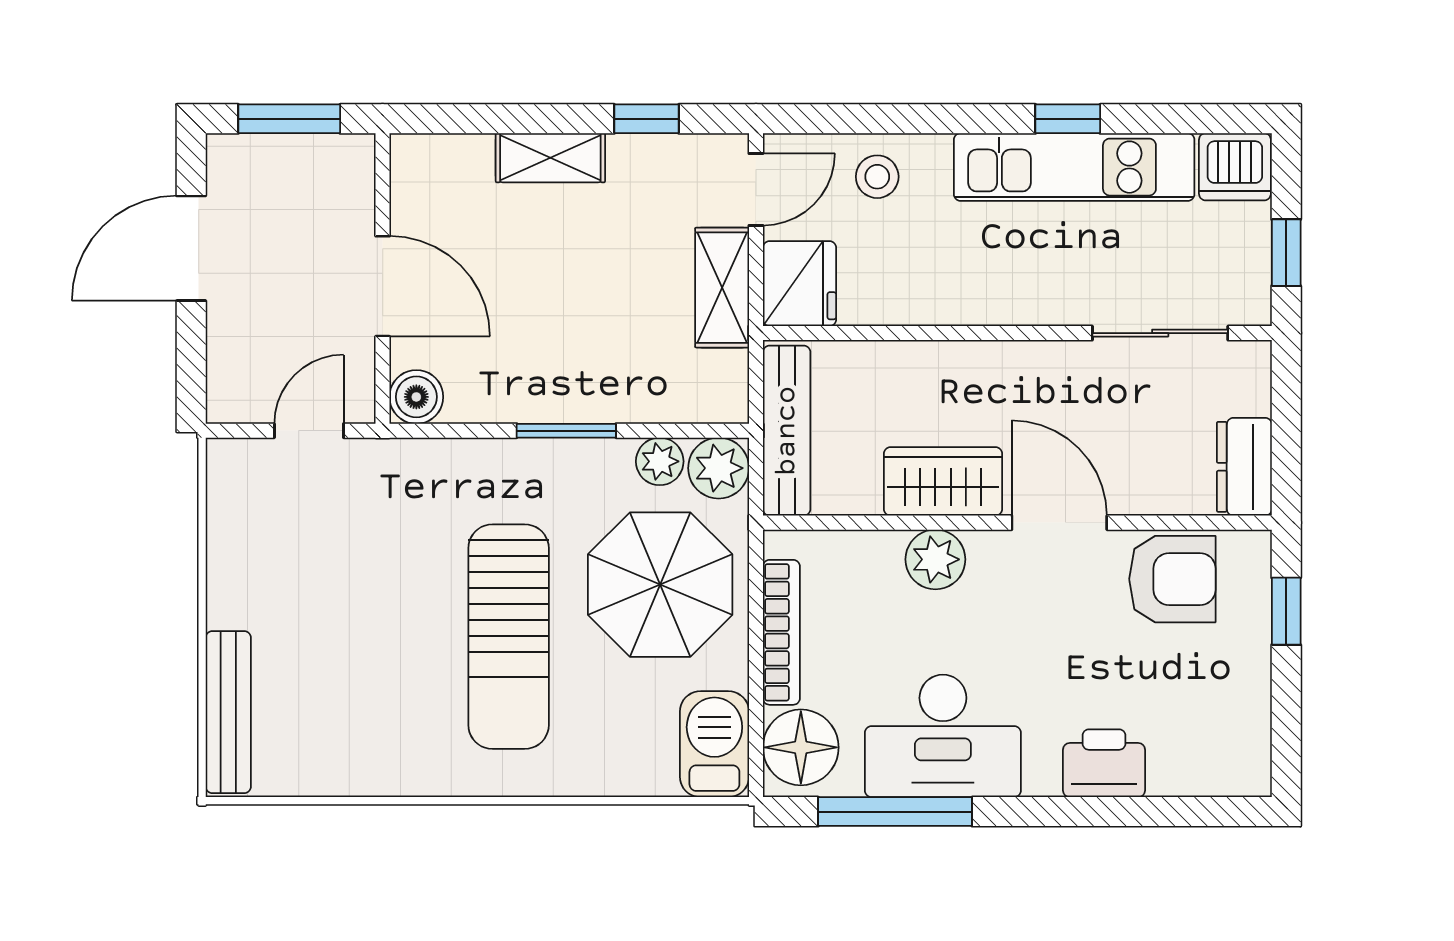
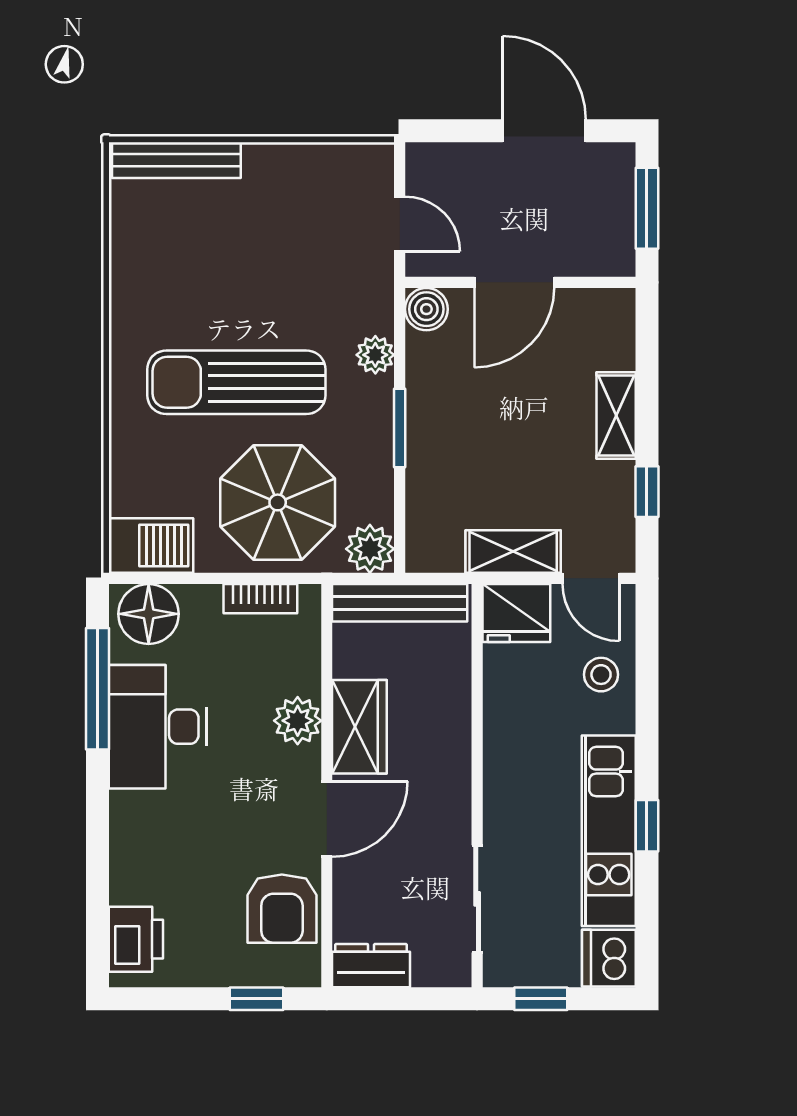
plant: (660, 461) -> (375, 355), moved
bookcase: (781, 632) -> (260, 599), width x0.64
printer: (1104, 763) -> (136, 939), moved

